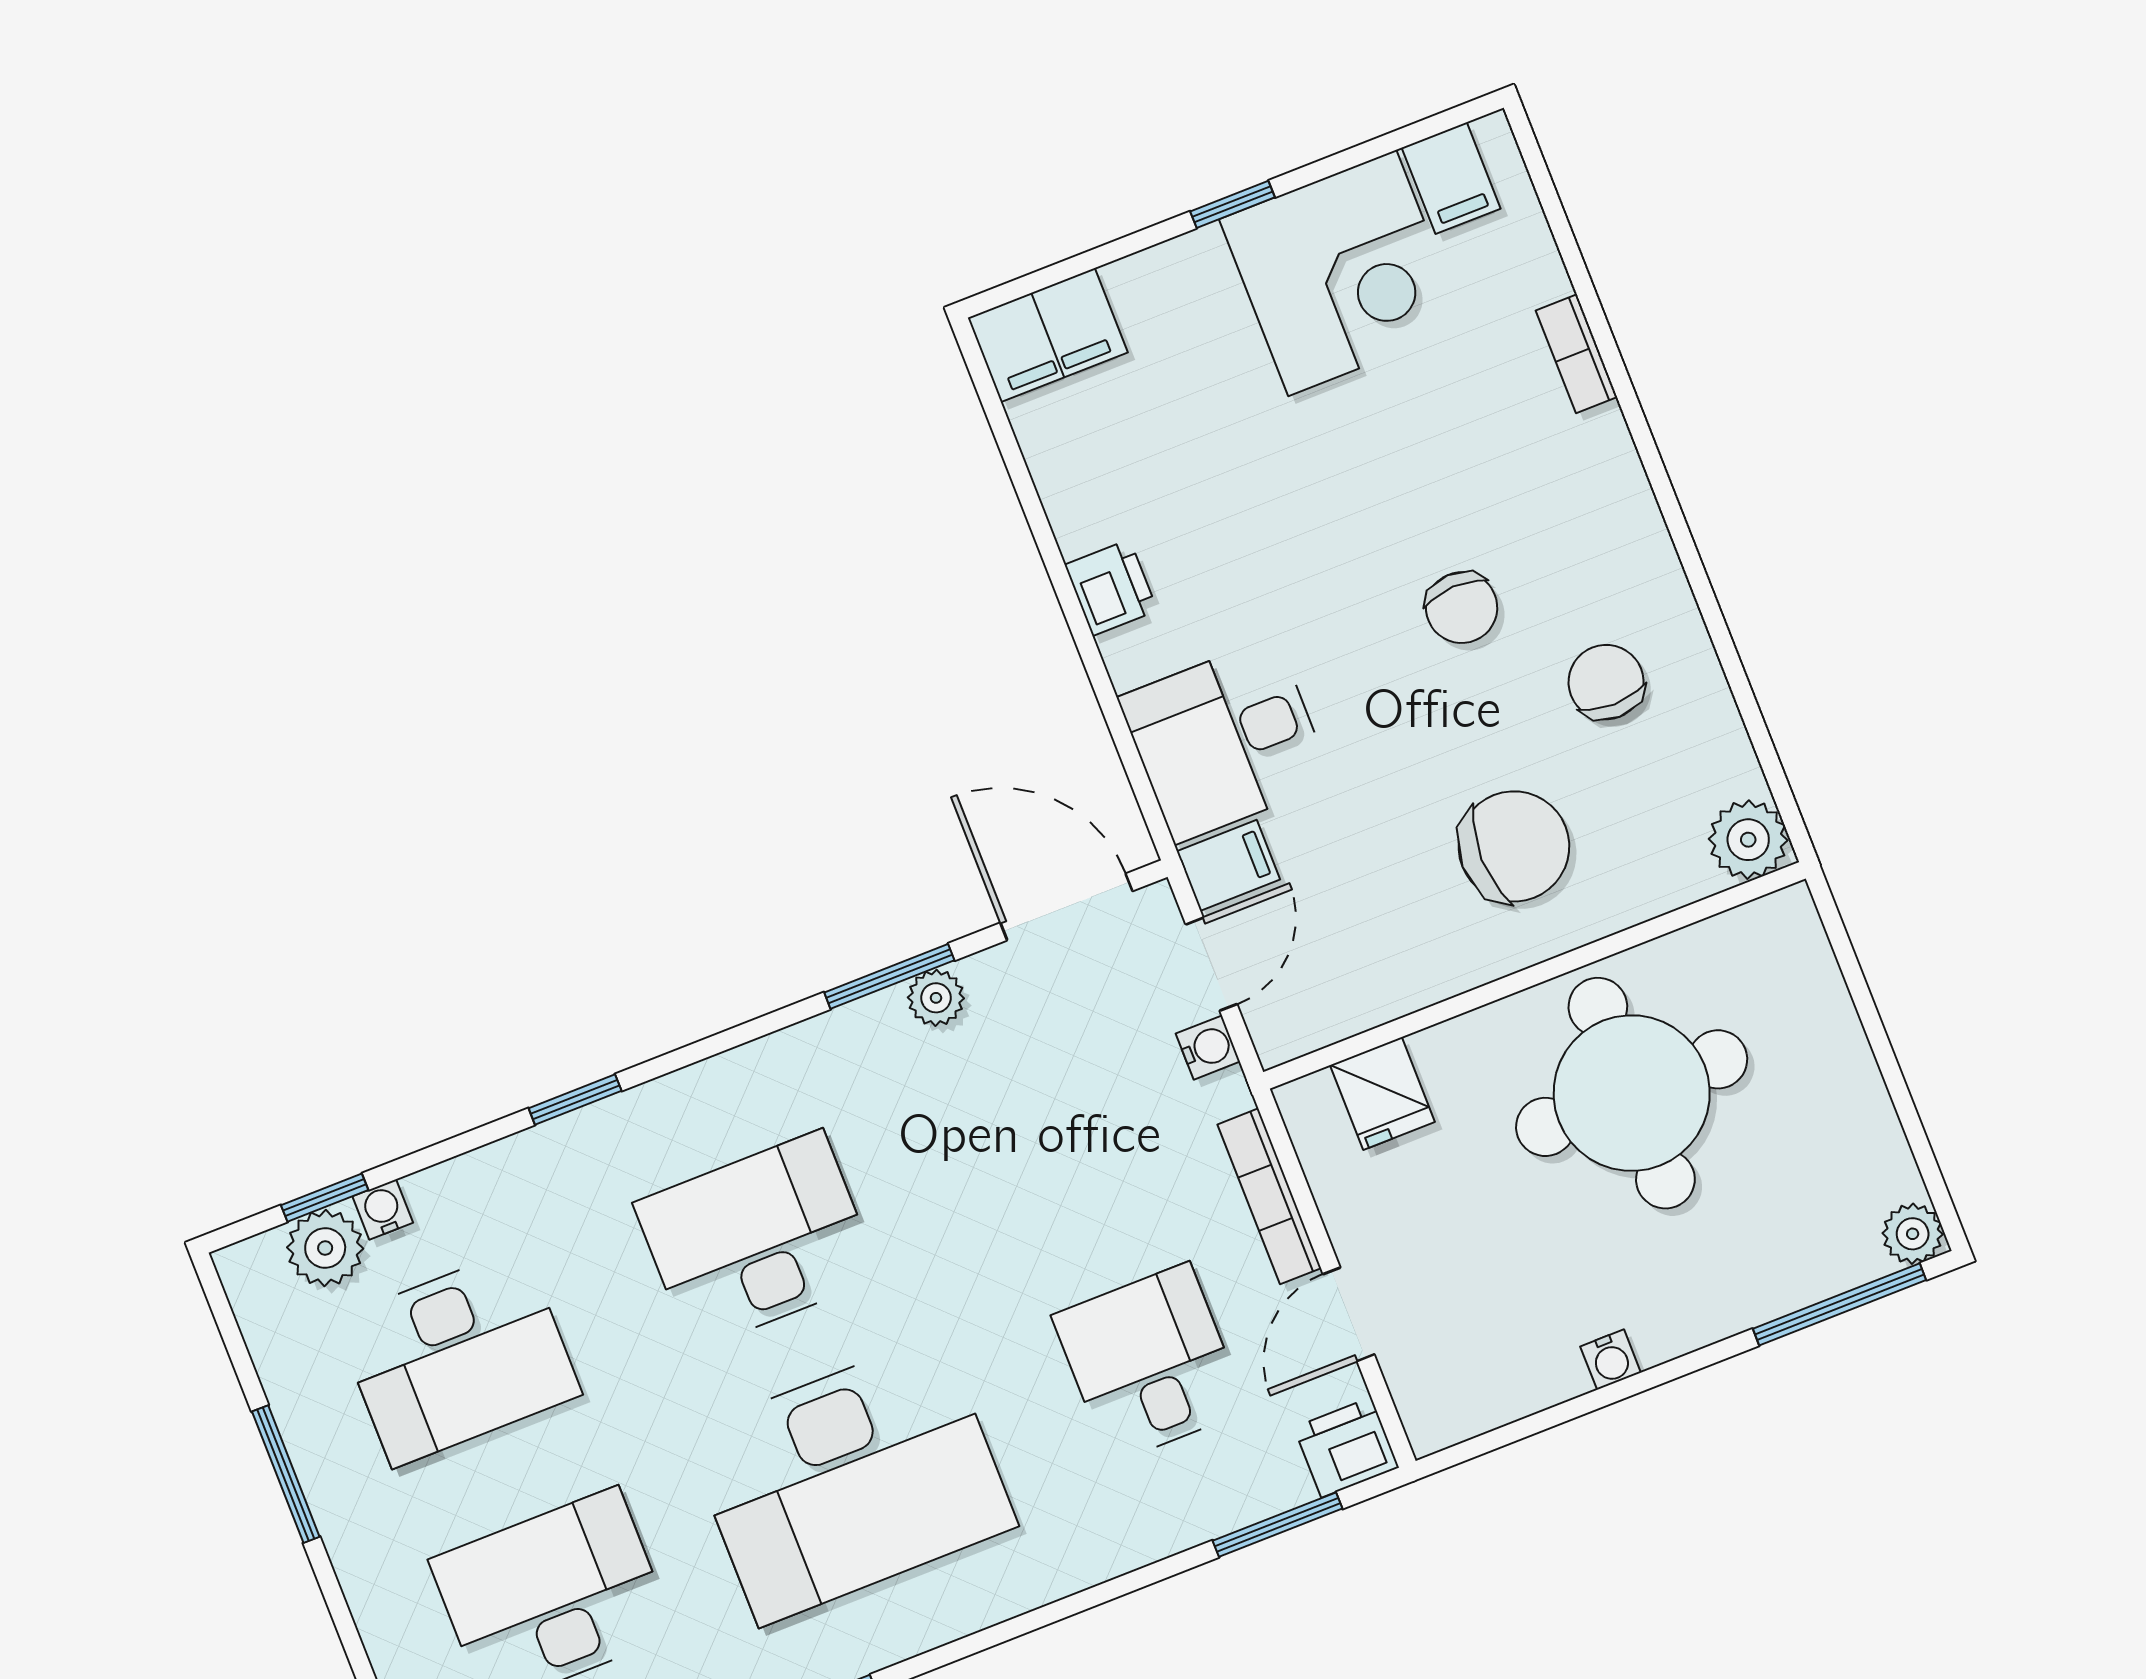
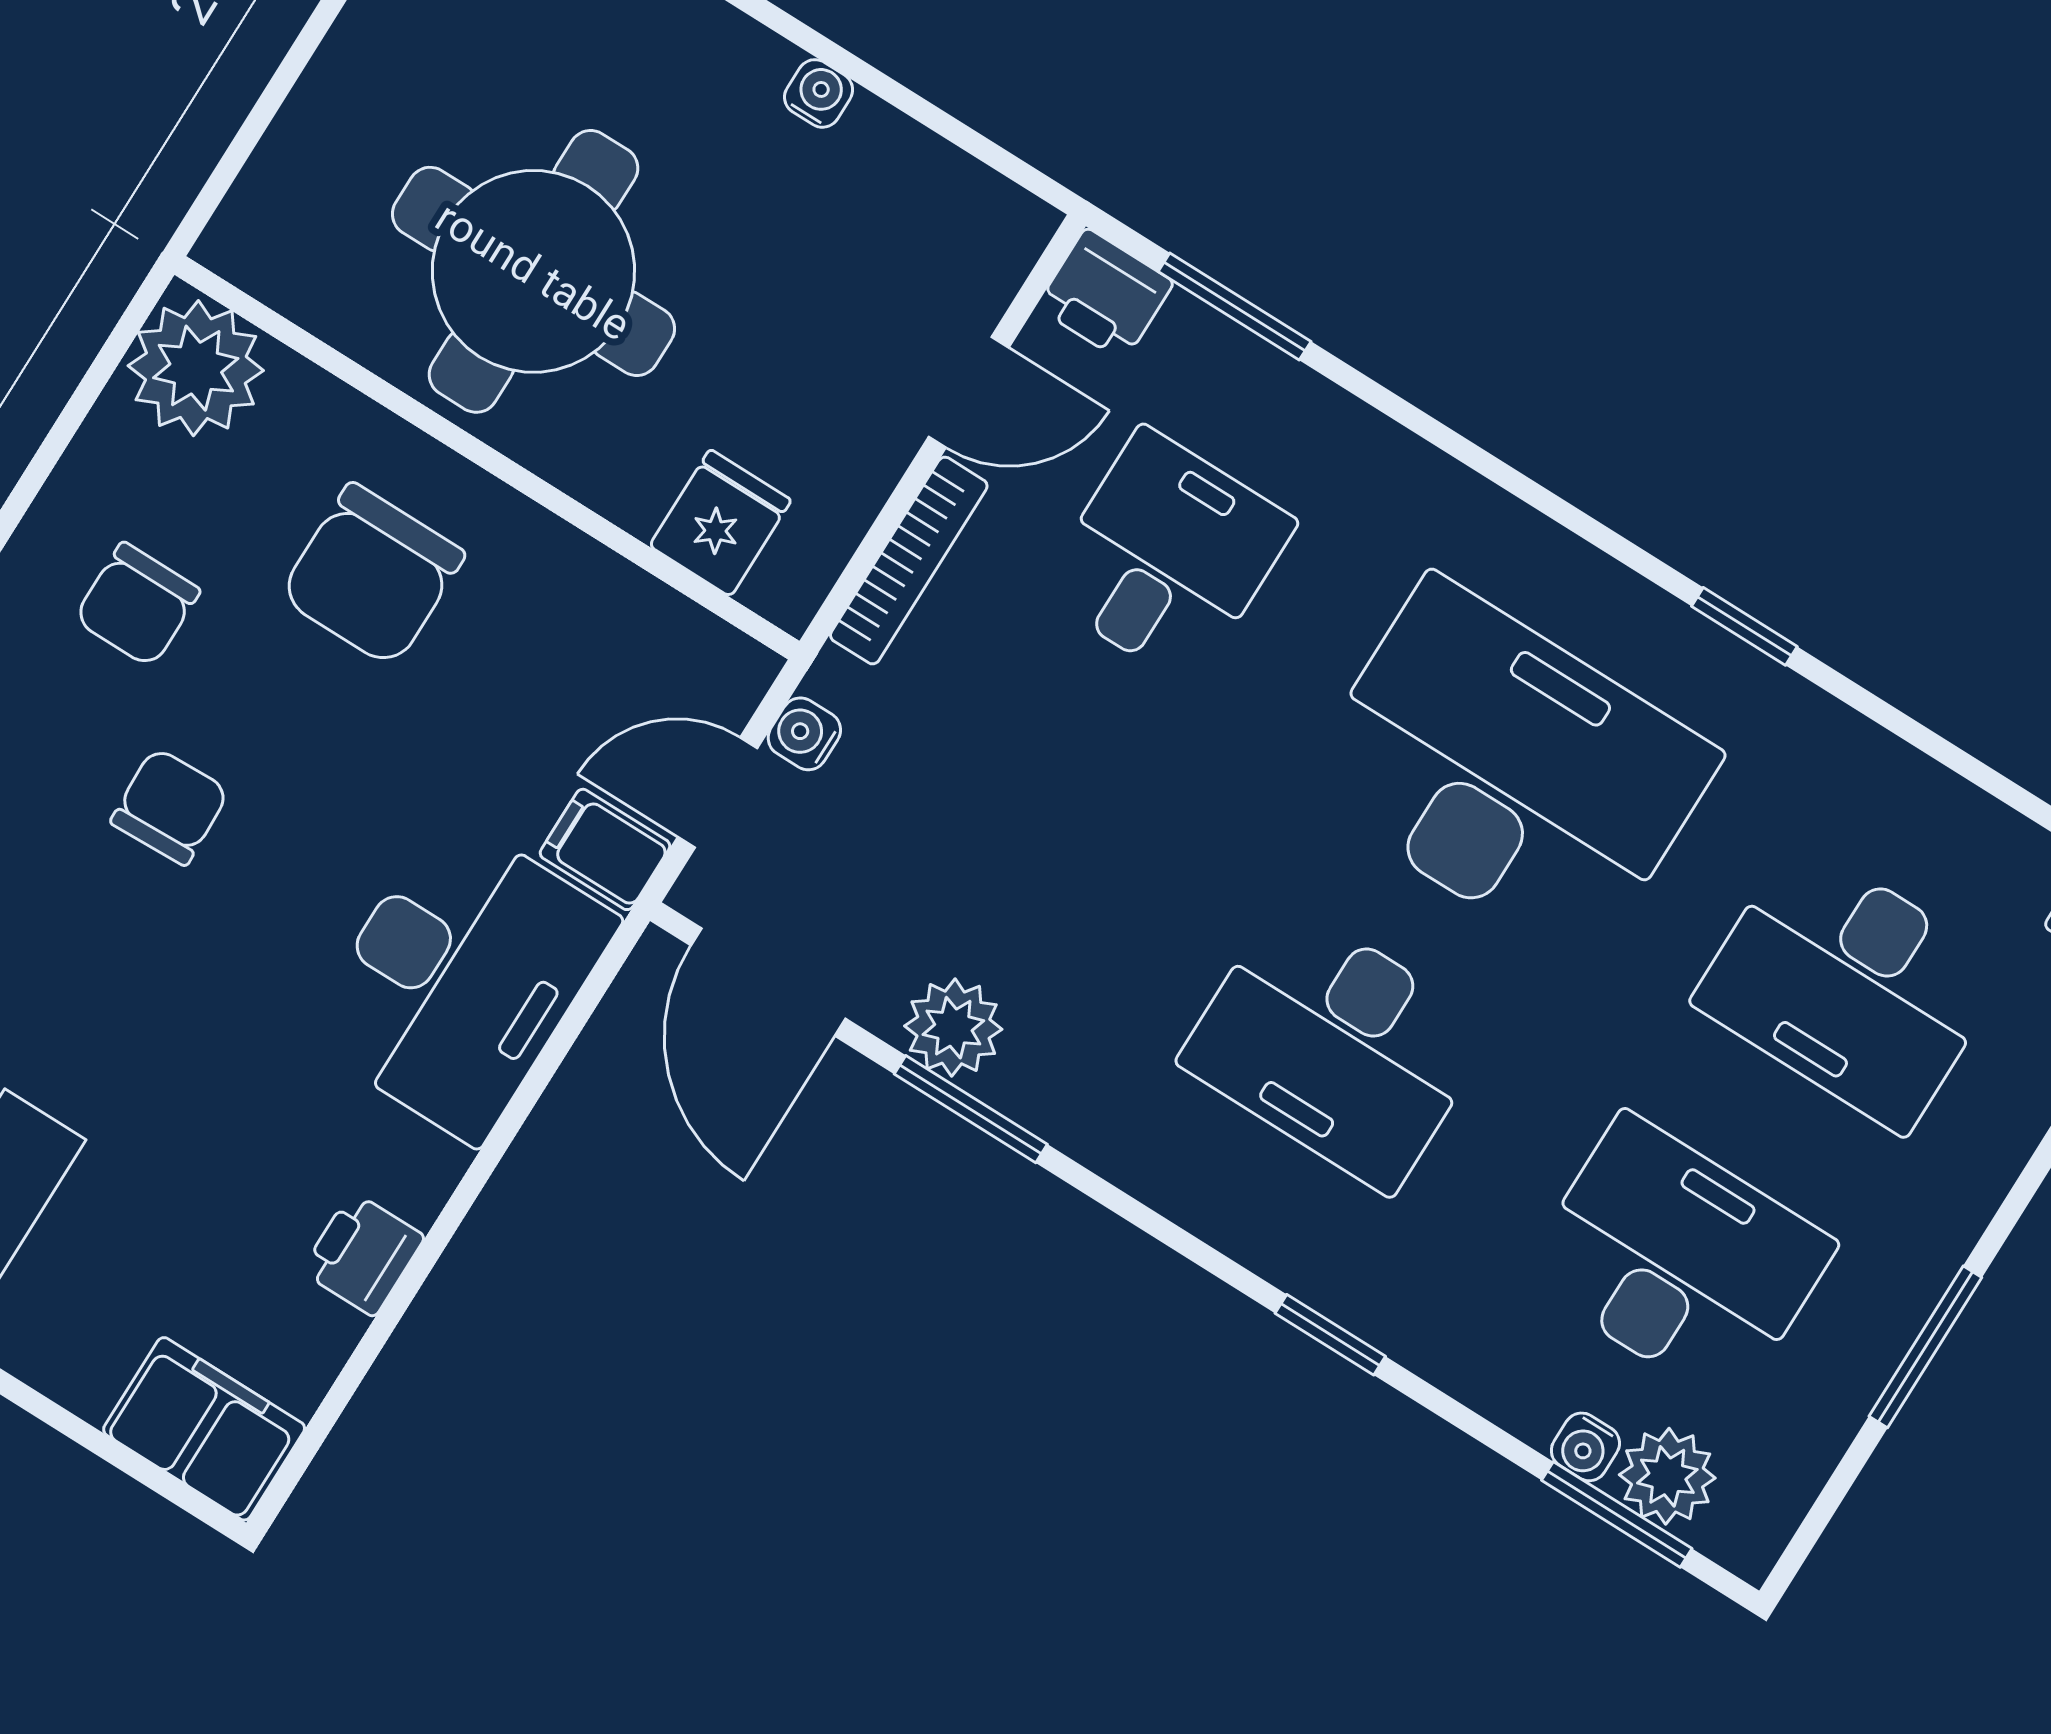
printer: (1111, 588) -> (363, 1254), moved
desk: (1225, 740) -> (461, 978), width x1.37
plant: (1748, 840) -> (196, 368), width x1.36, depth x1.36
chair: (1514, 846) -> (372, 575), turned -90
plant: (936, 998) -> (953, 1028), width x1.38, depth x1.38
window: (325, 1198) -> (1617, 1514), width x1.50
desk: (1149, 1363) -> (1167, 557), turned 180

